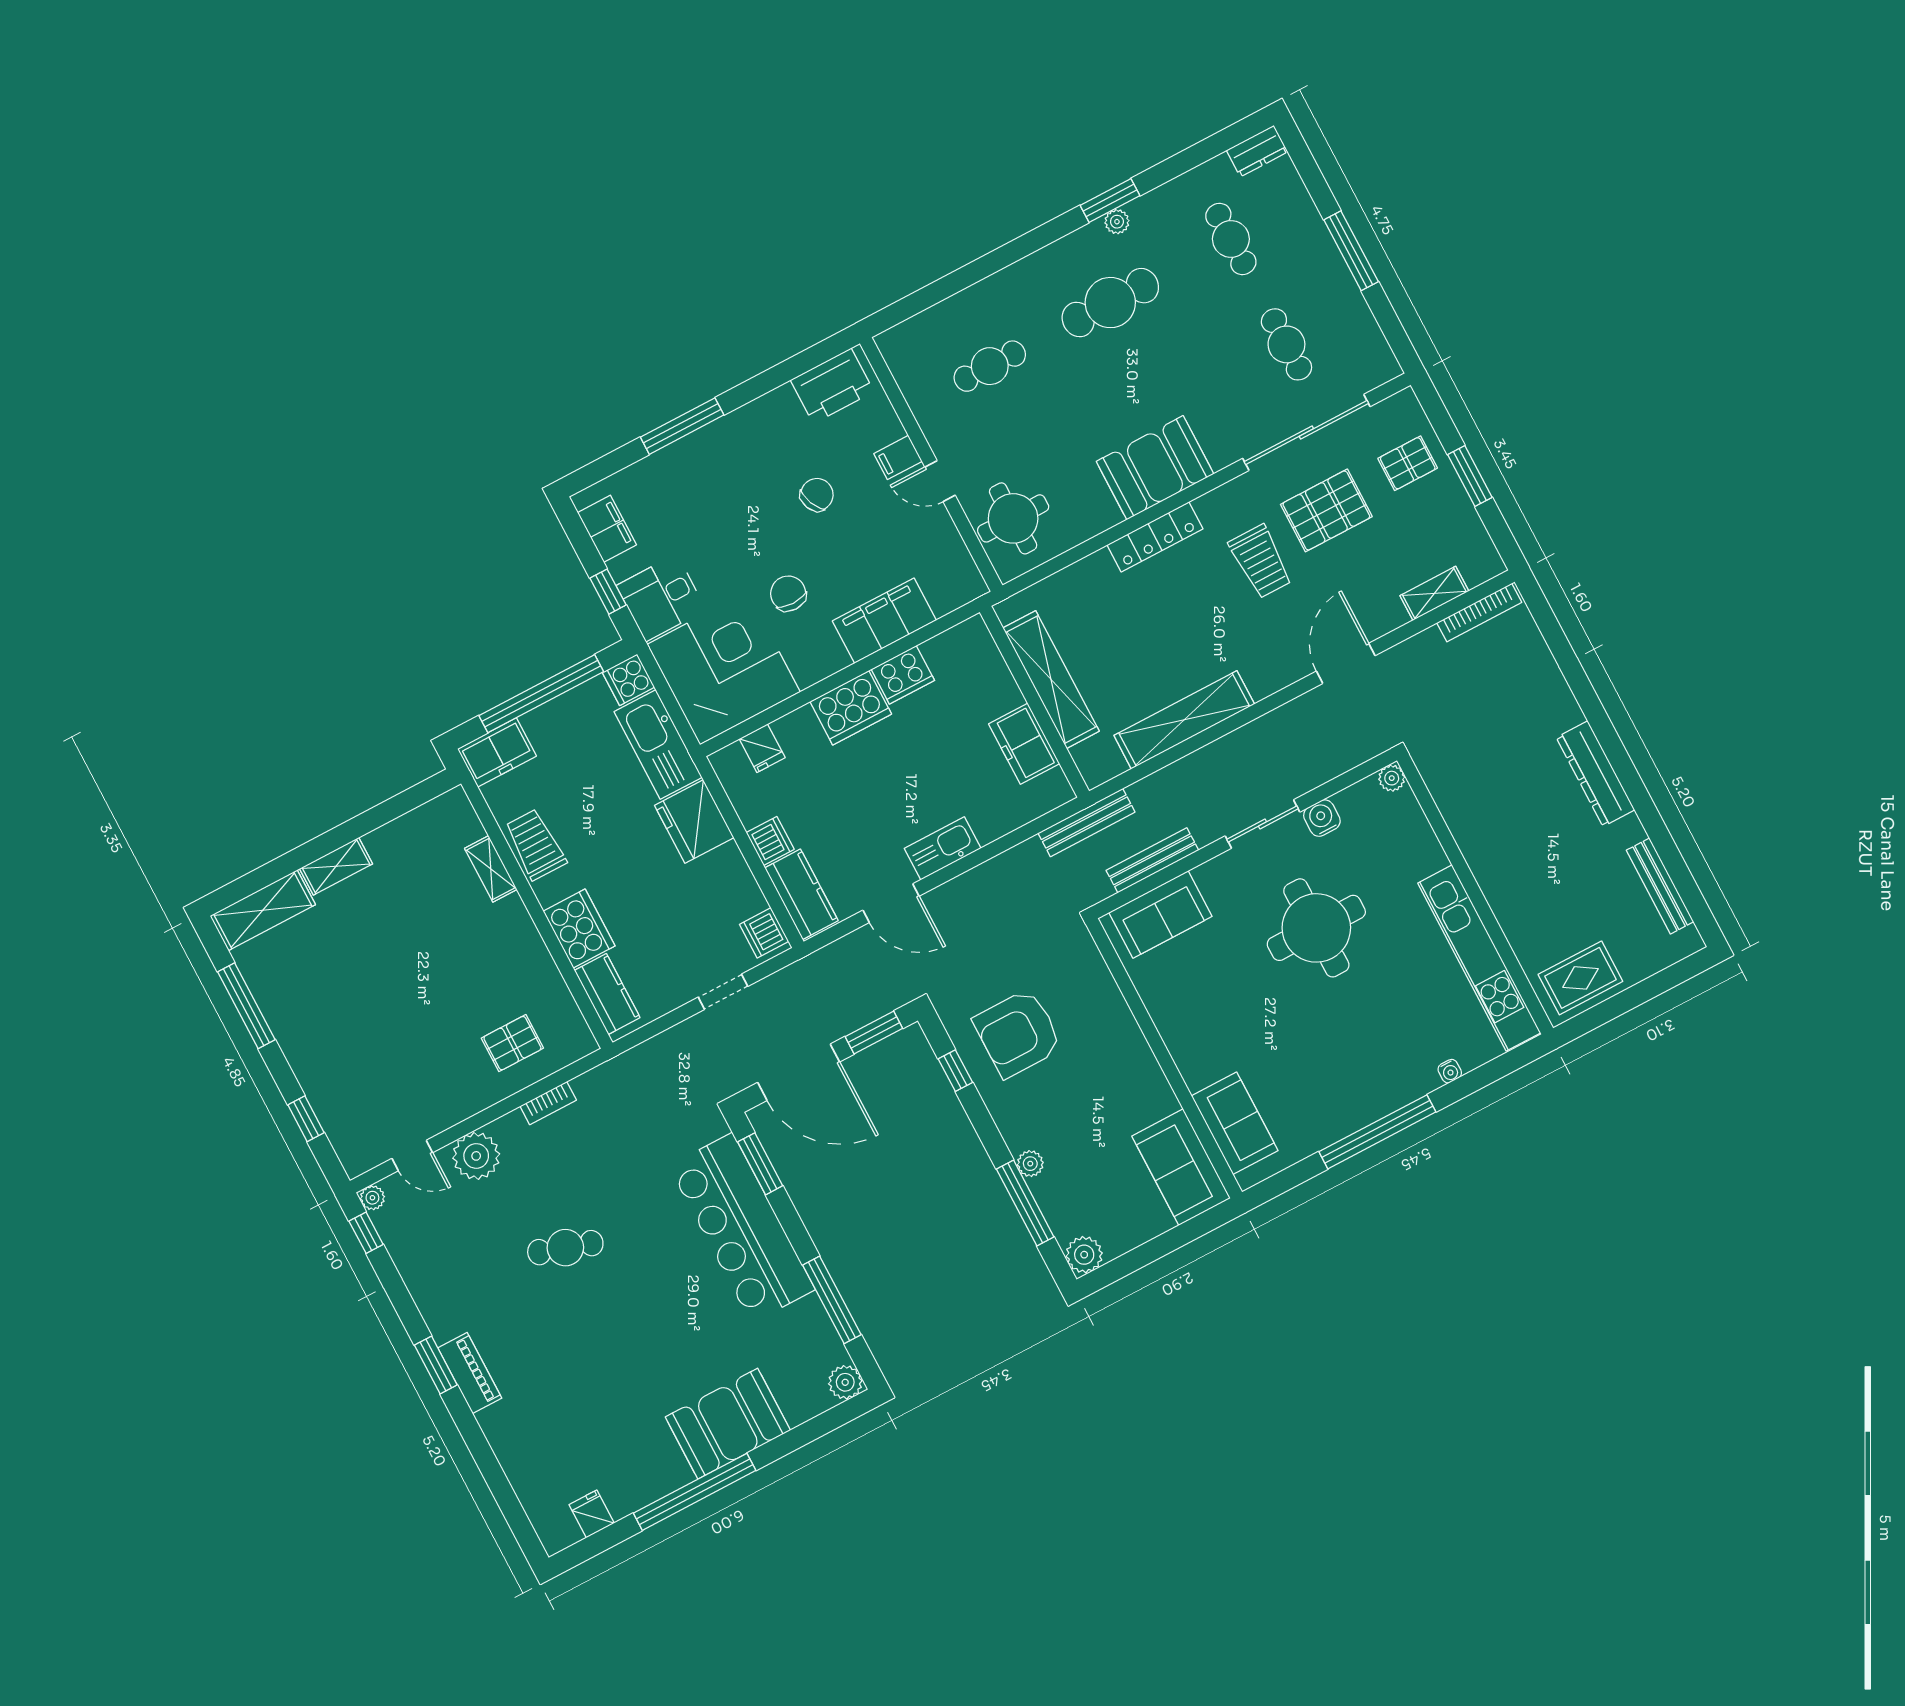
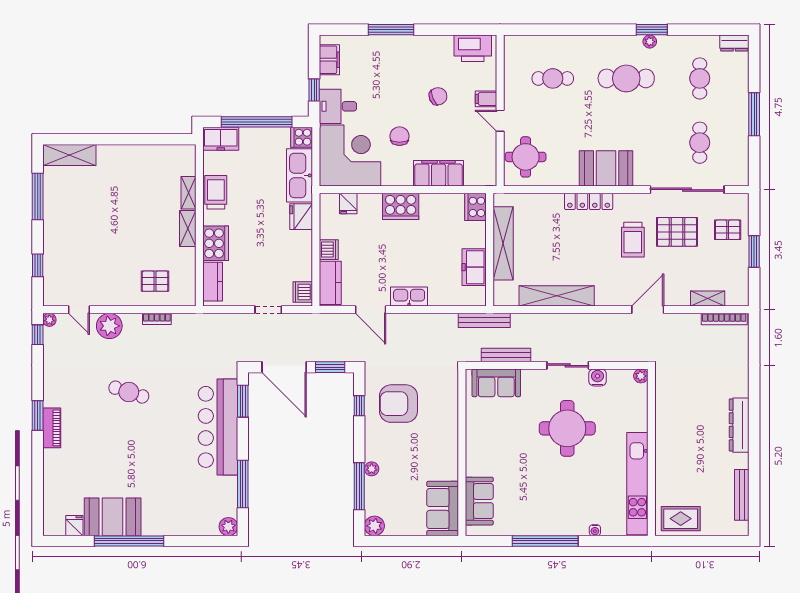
cooker: (903, 675) -> (476, 207), moved, turned 90
fridge: (694, 822) -> (301, 217), width x0.73, depth x0.75
shelving: (336, 866) -> (188, 229), moved, turned 90
booth: (728, 1424) -> (113, 517), moved

